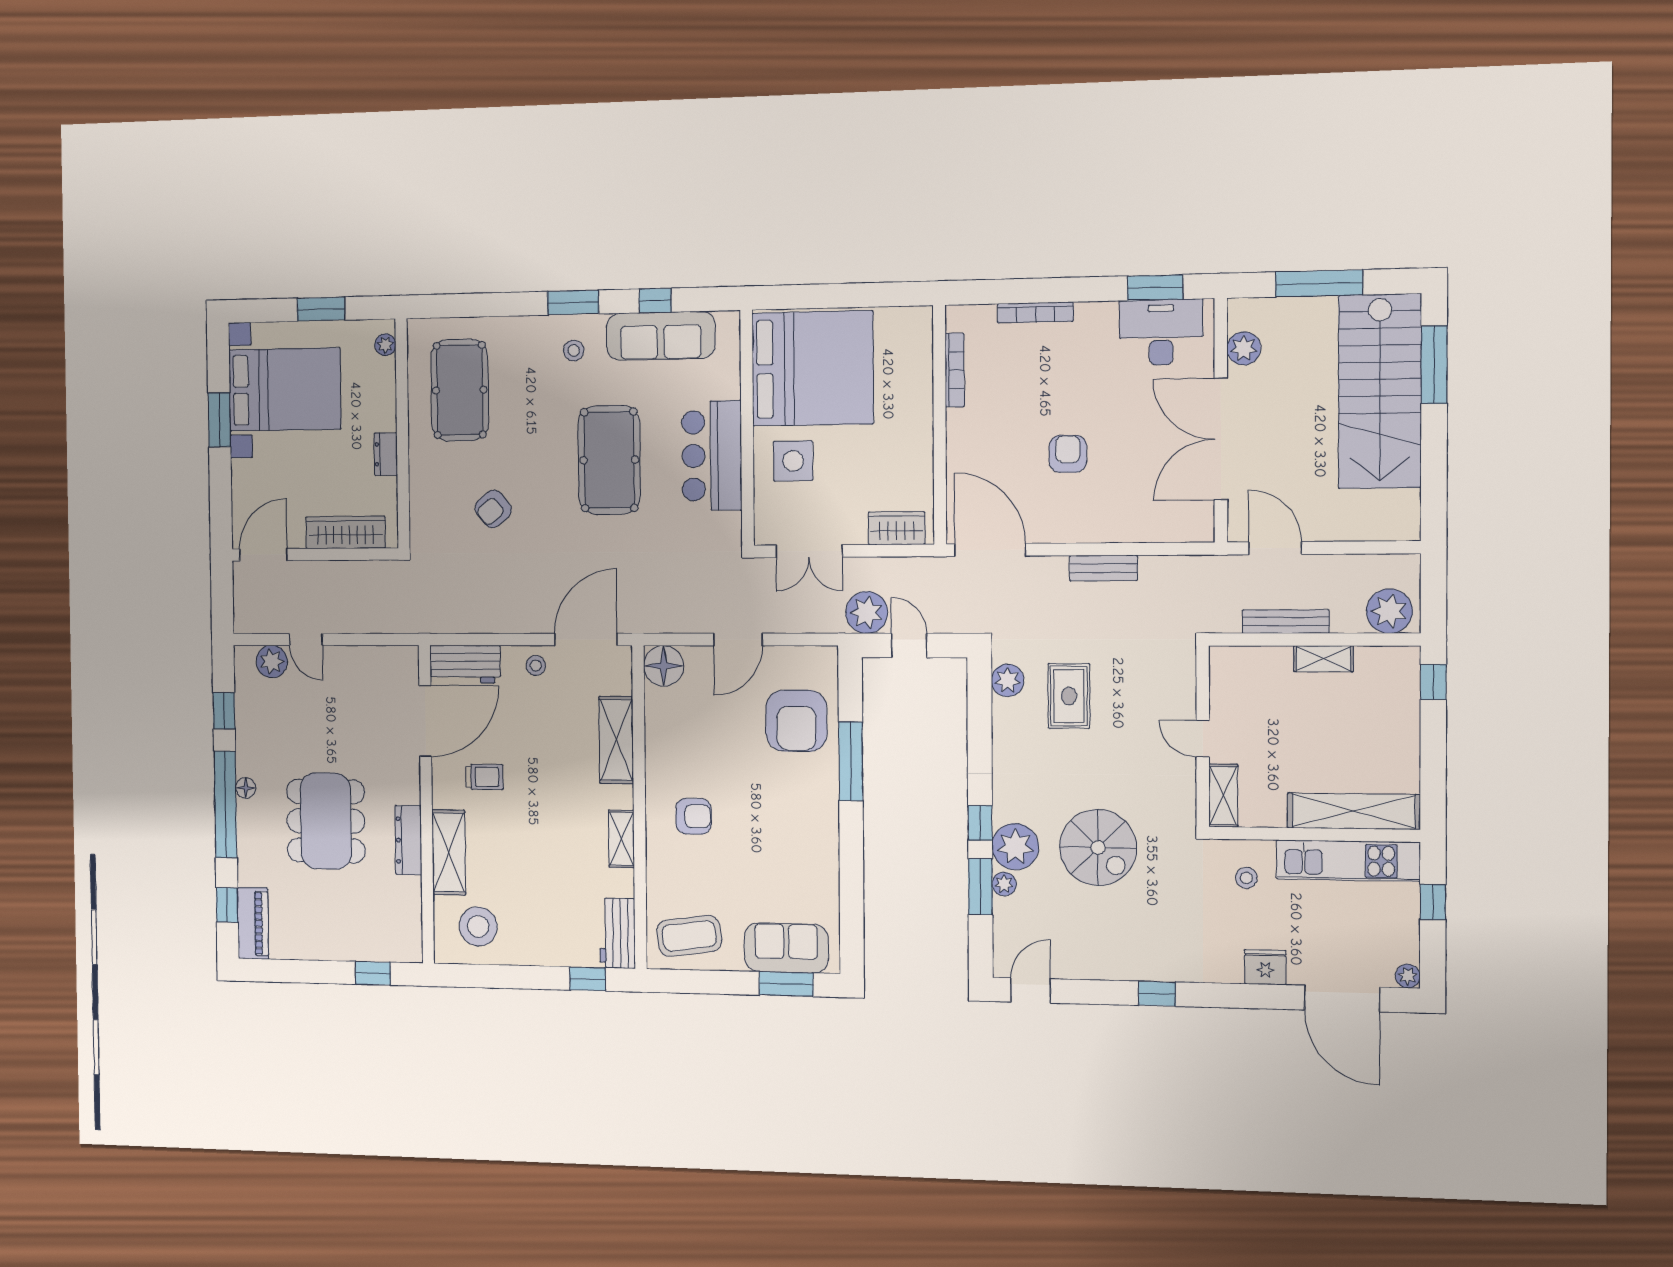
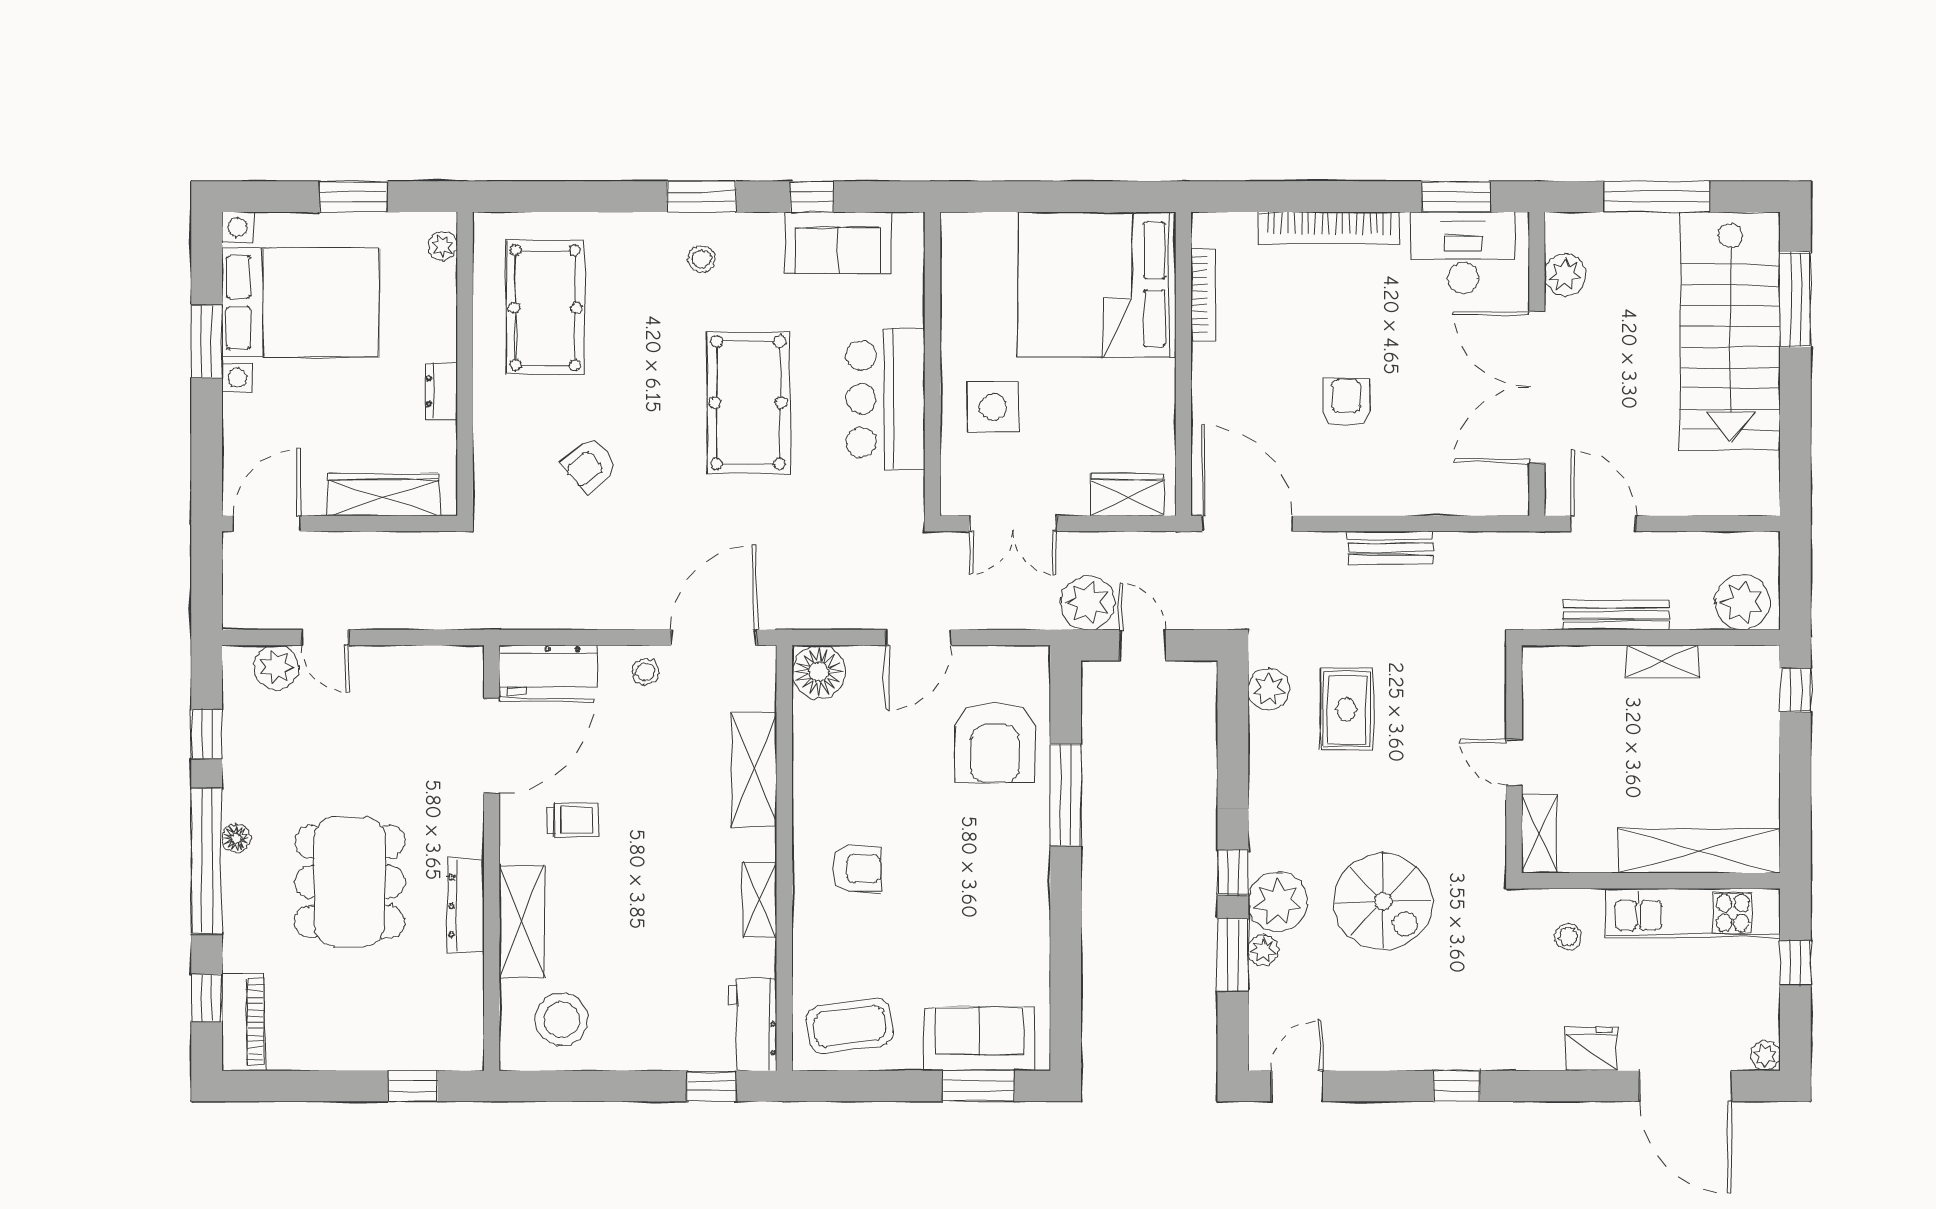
bookcase: (1035, 313) -> (1329, 228), width x1.48, depth x1.31
sofa: (661, 336) -> (838, 243), width x0.73
bed: (812, 368) -> (1097, 284), moved, turned 180

